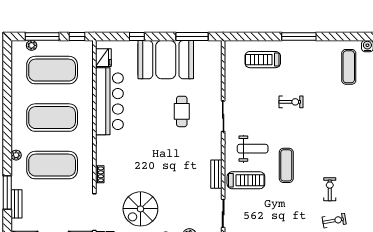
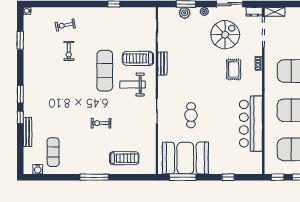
fridge: (103, 58) -> (256, 160), removed
booth: (166, 60) -> (185, 158), moved
exercise mat: (286, 165) -> (105, 71), width x1.36, depth x1.45
rug: (130, 167) -> (234, 69), added

